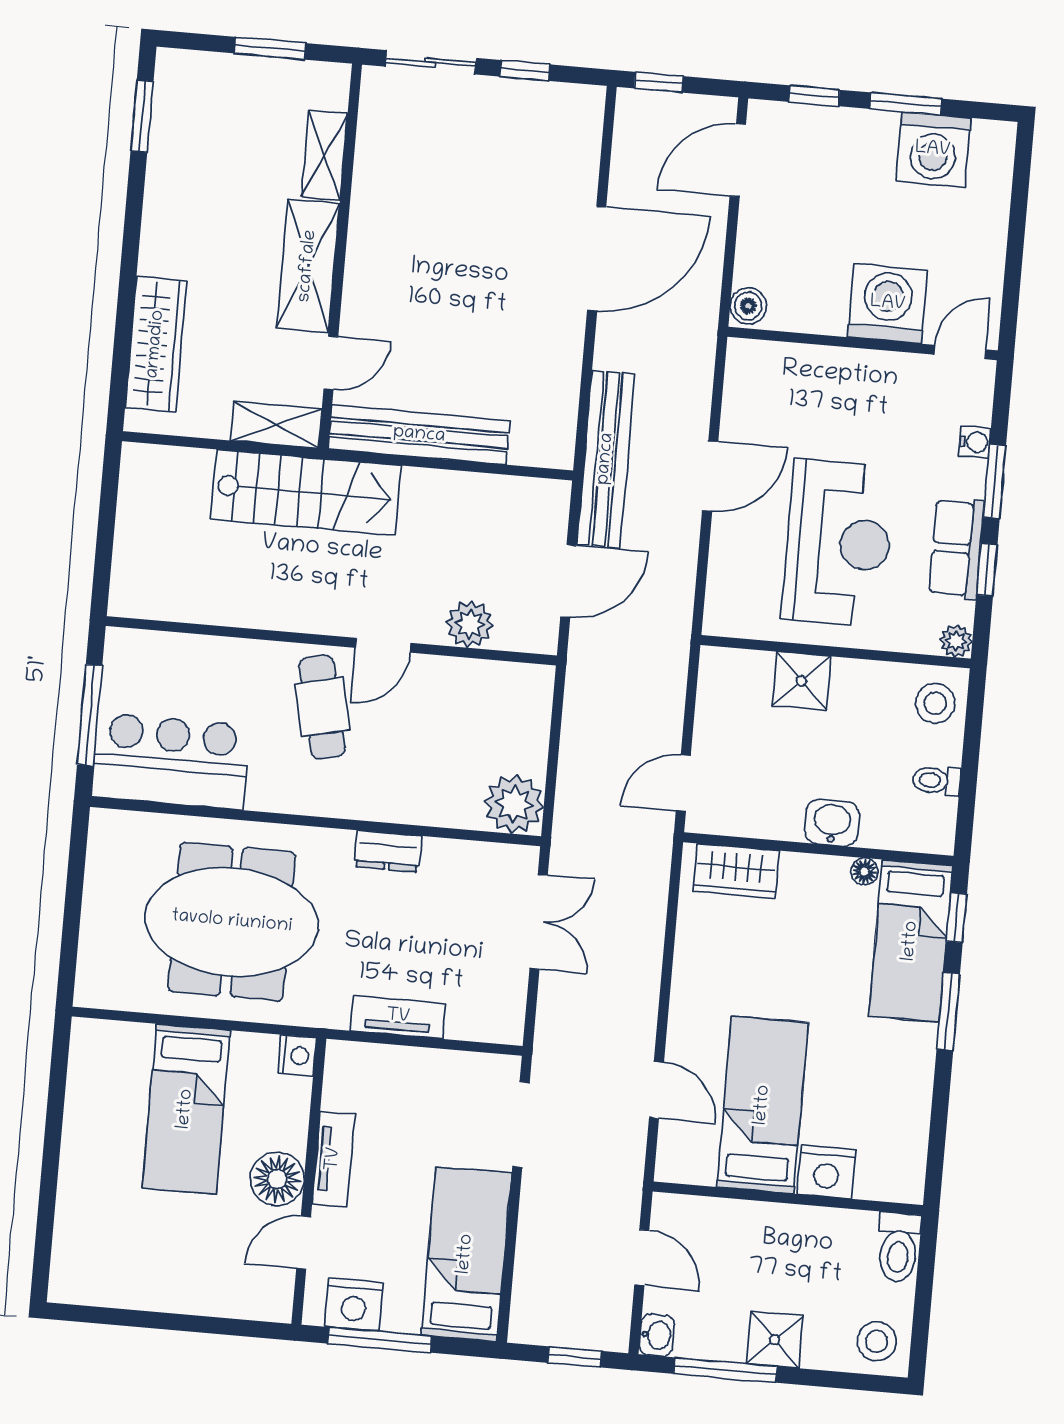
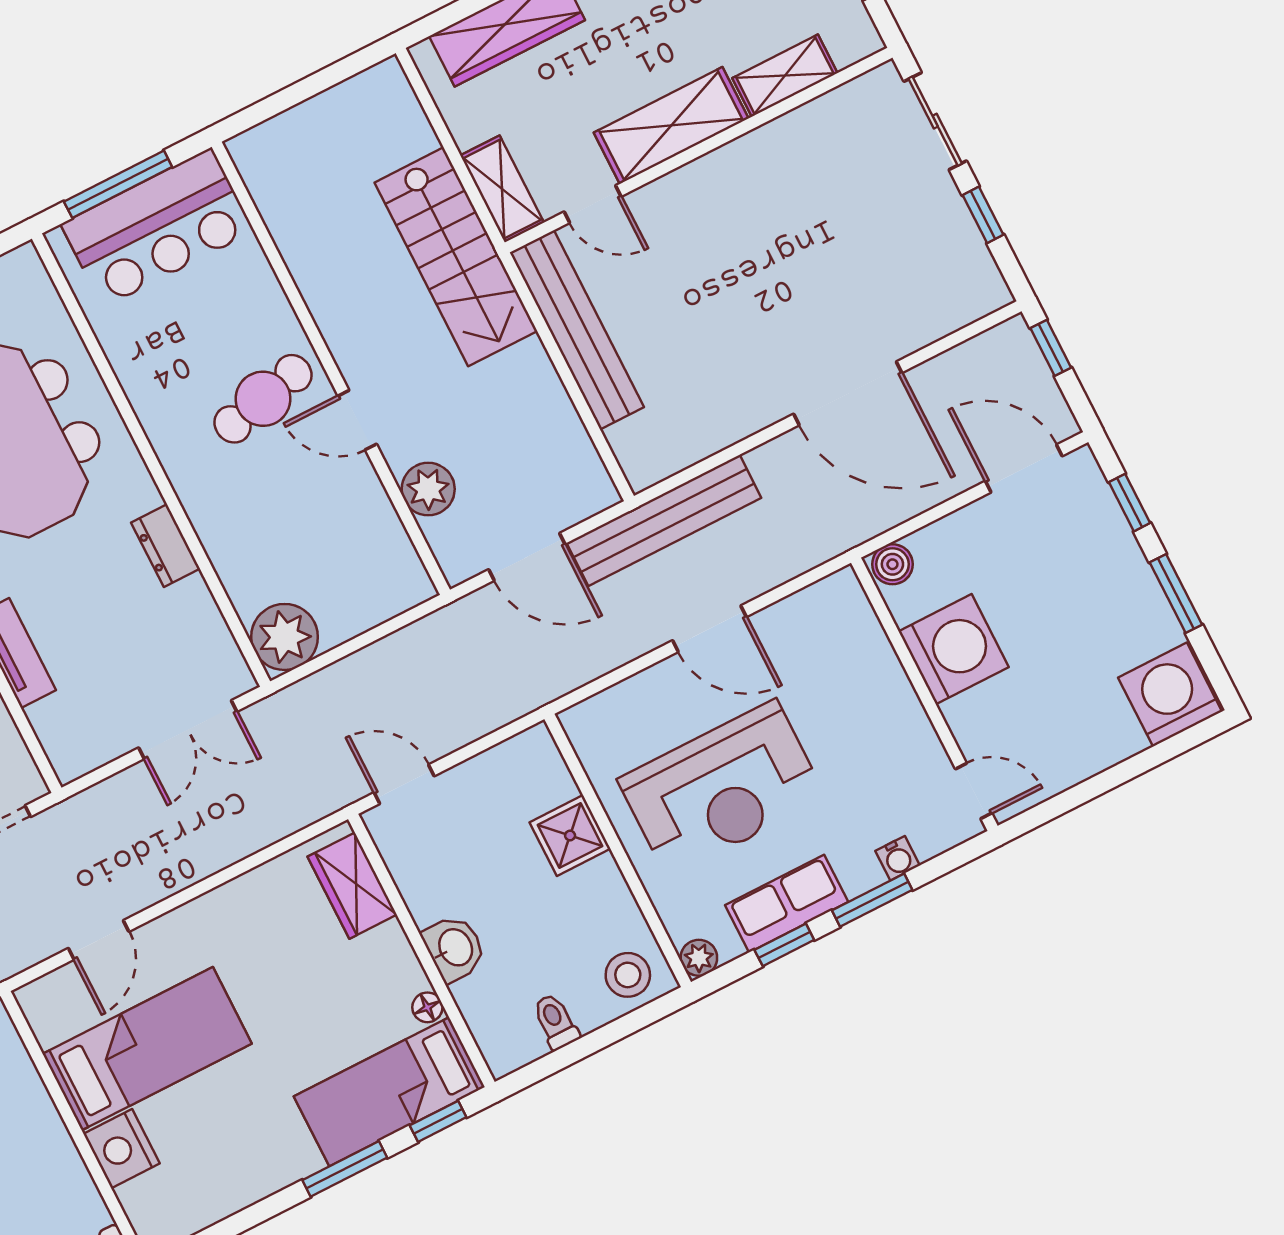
washing machine: (933, 150) -> (1170, 695), moved, turned 90
washing machine: (888, 304) -> (954, 649), moved
bar counter: (171, 761) -> (157, 228), moved, turned 90

